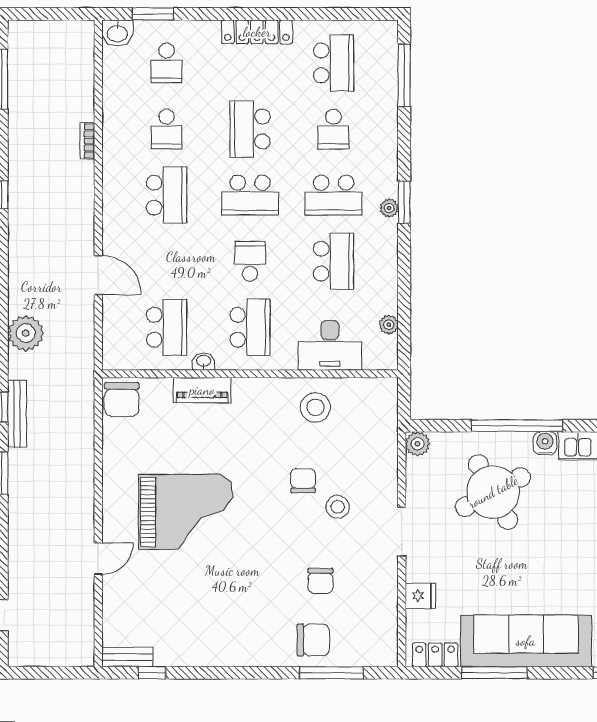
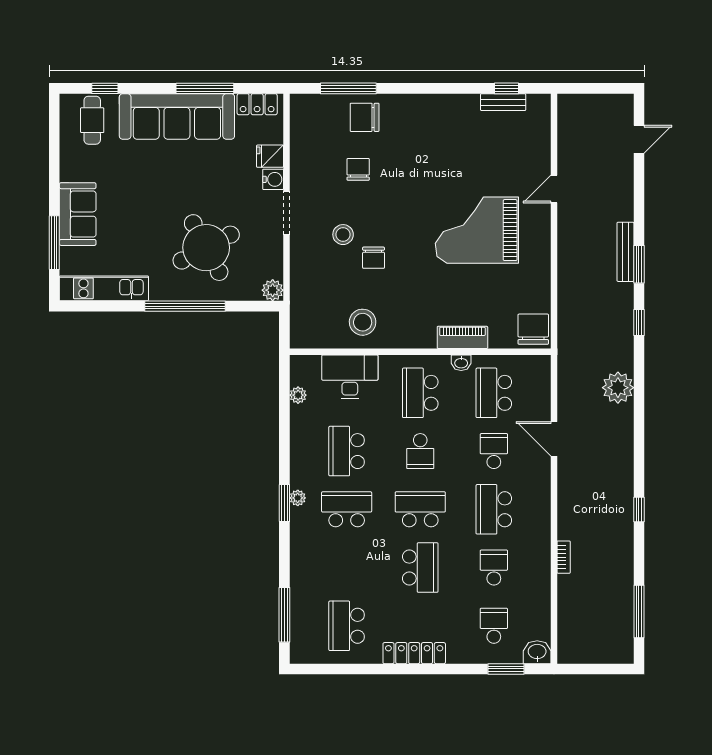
school desk: (334, 129) -> (494, 451), moved
bench: (17, 414) -> (625, 252), moved
water cooler: (545, 443) -> (273, 179), moved, turned -90
bench: (127, 657) -> (503, 102), moved

